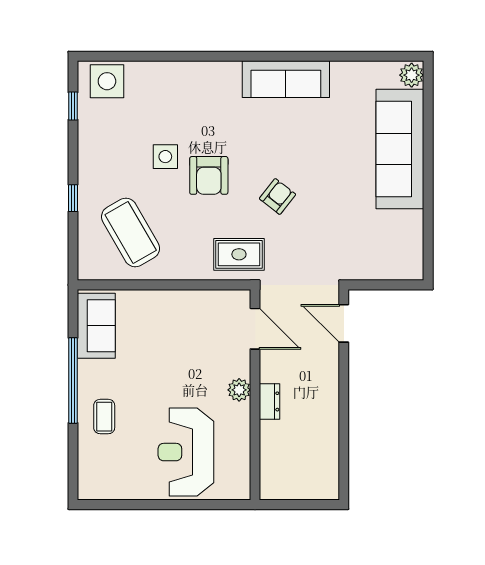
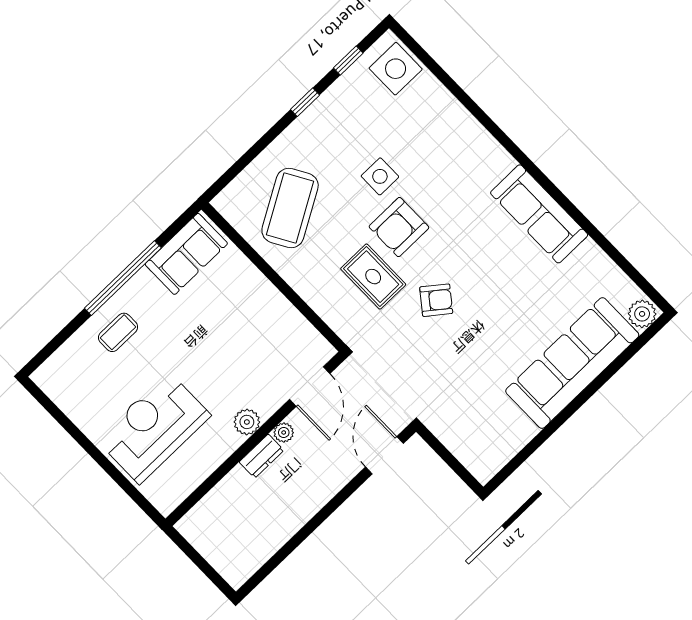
window: (73, 198) -> (305, 102), moved
rug: (239, 254) -> (373, 277), moved
plant: (268, 373) -> (284, 433), added

